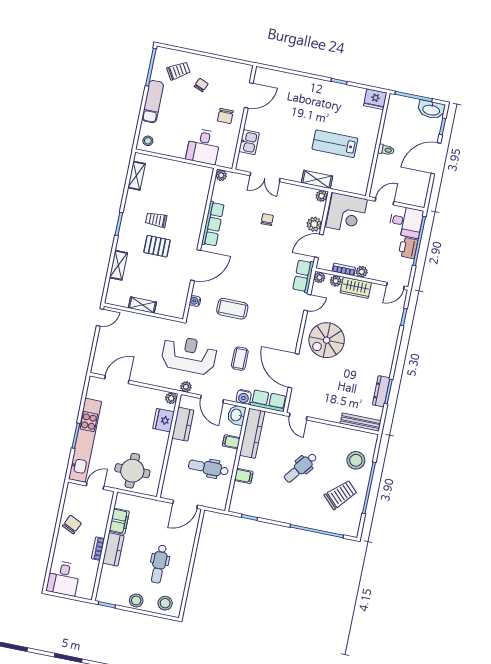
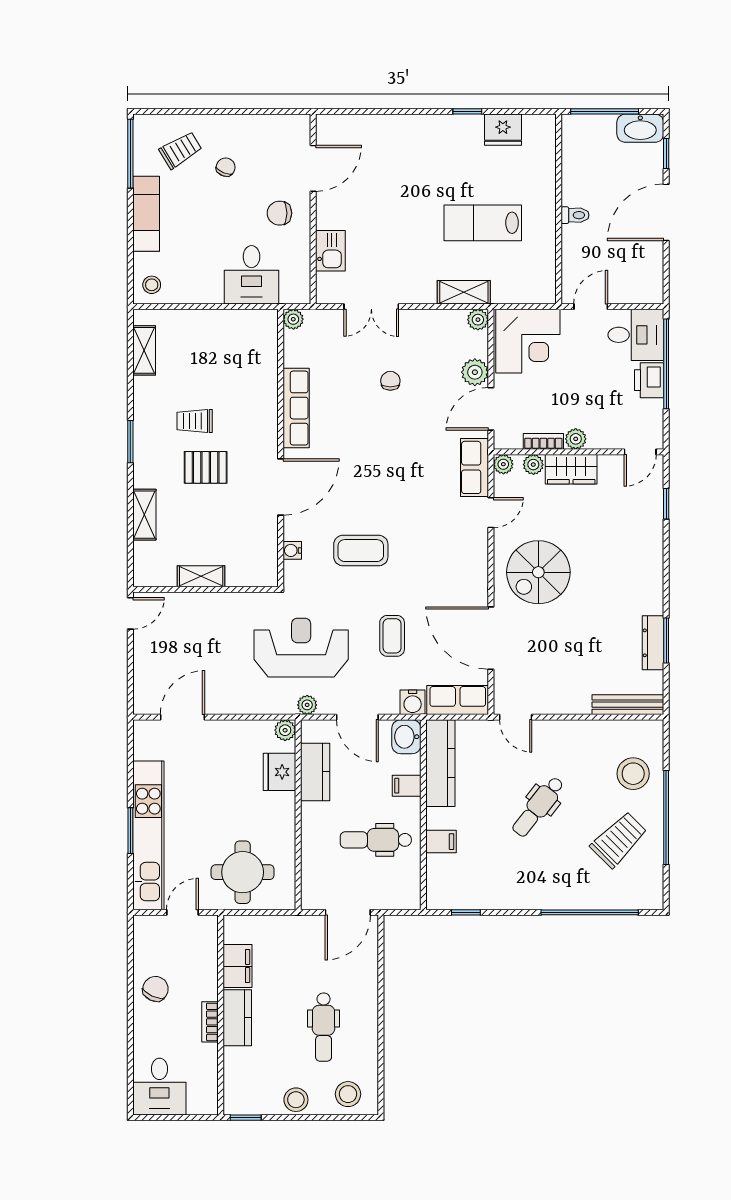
fridge: (375, 99) -> (503, 130), moved
chair: (225, 116) -> (279, 213), turned 90

